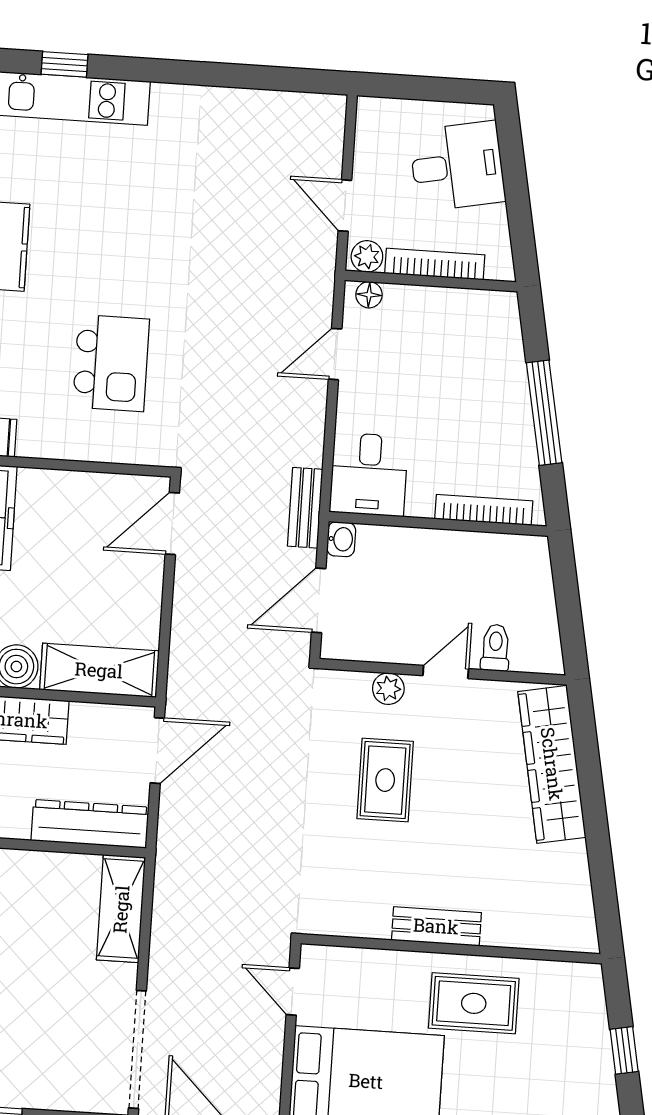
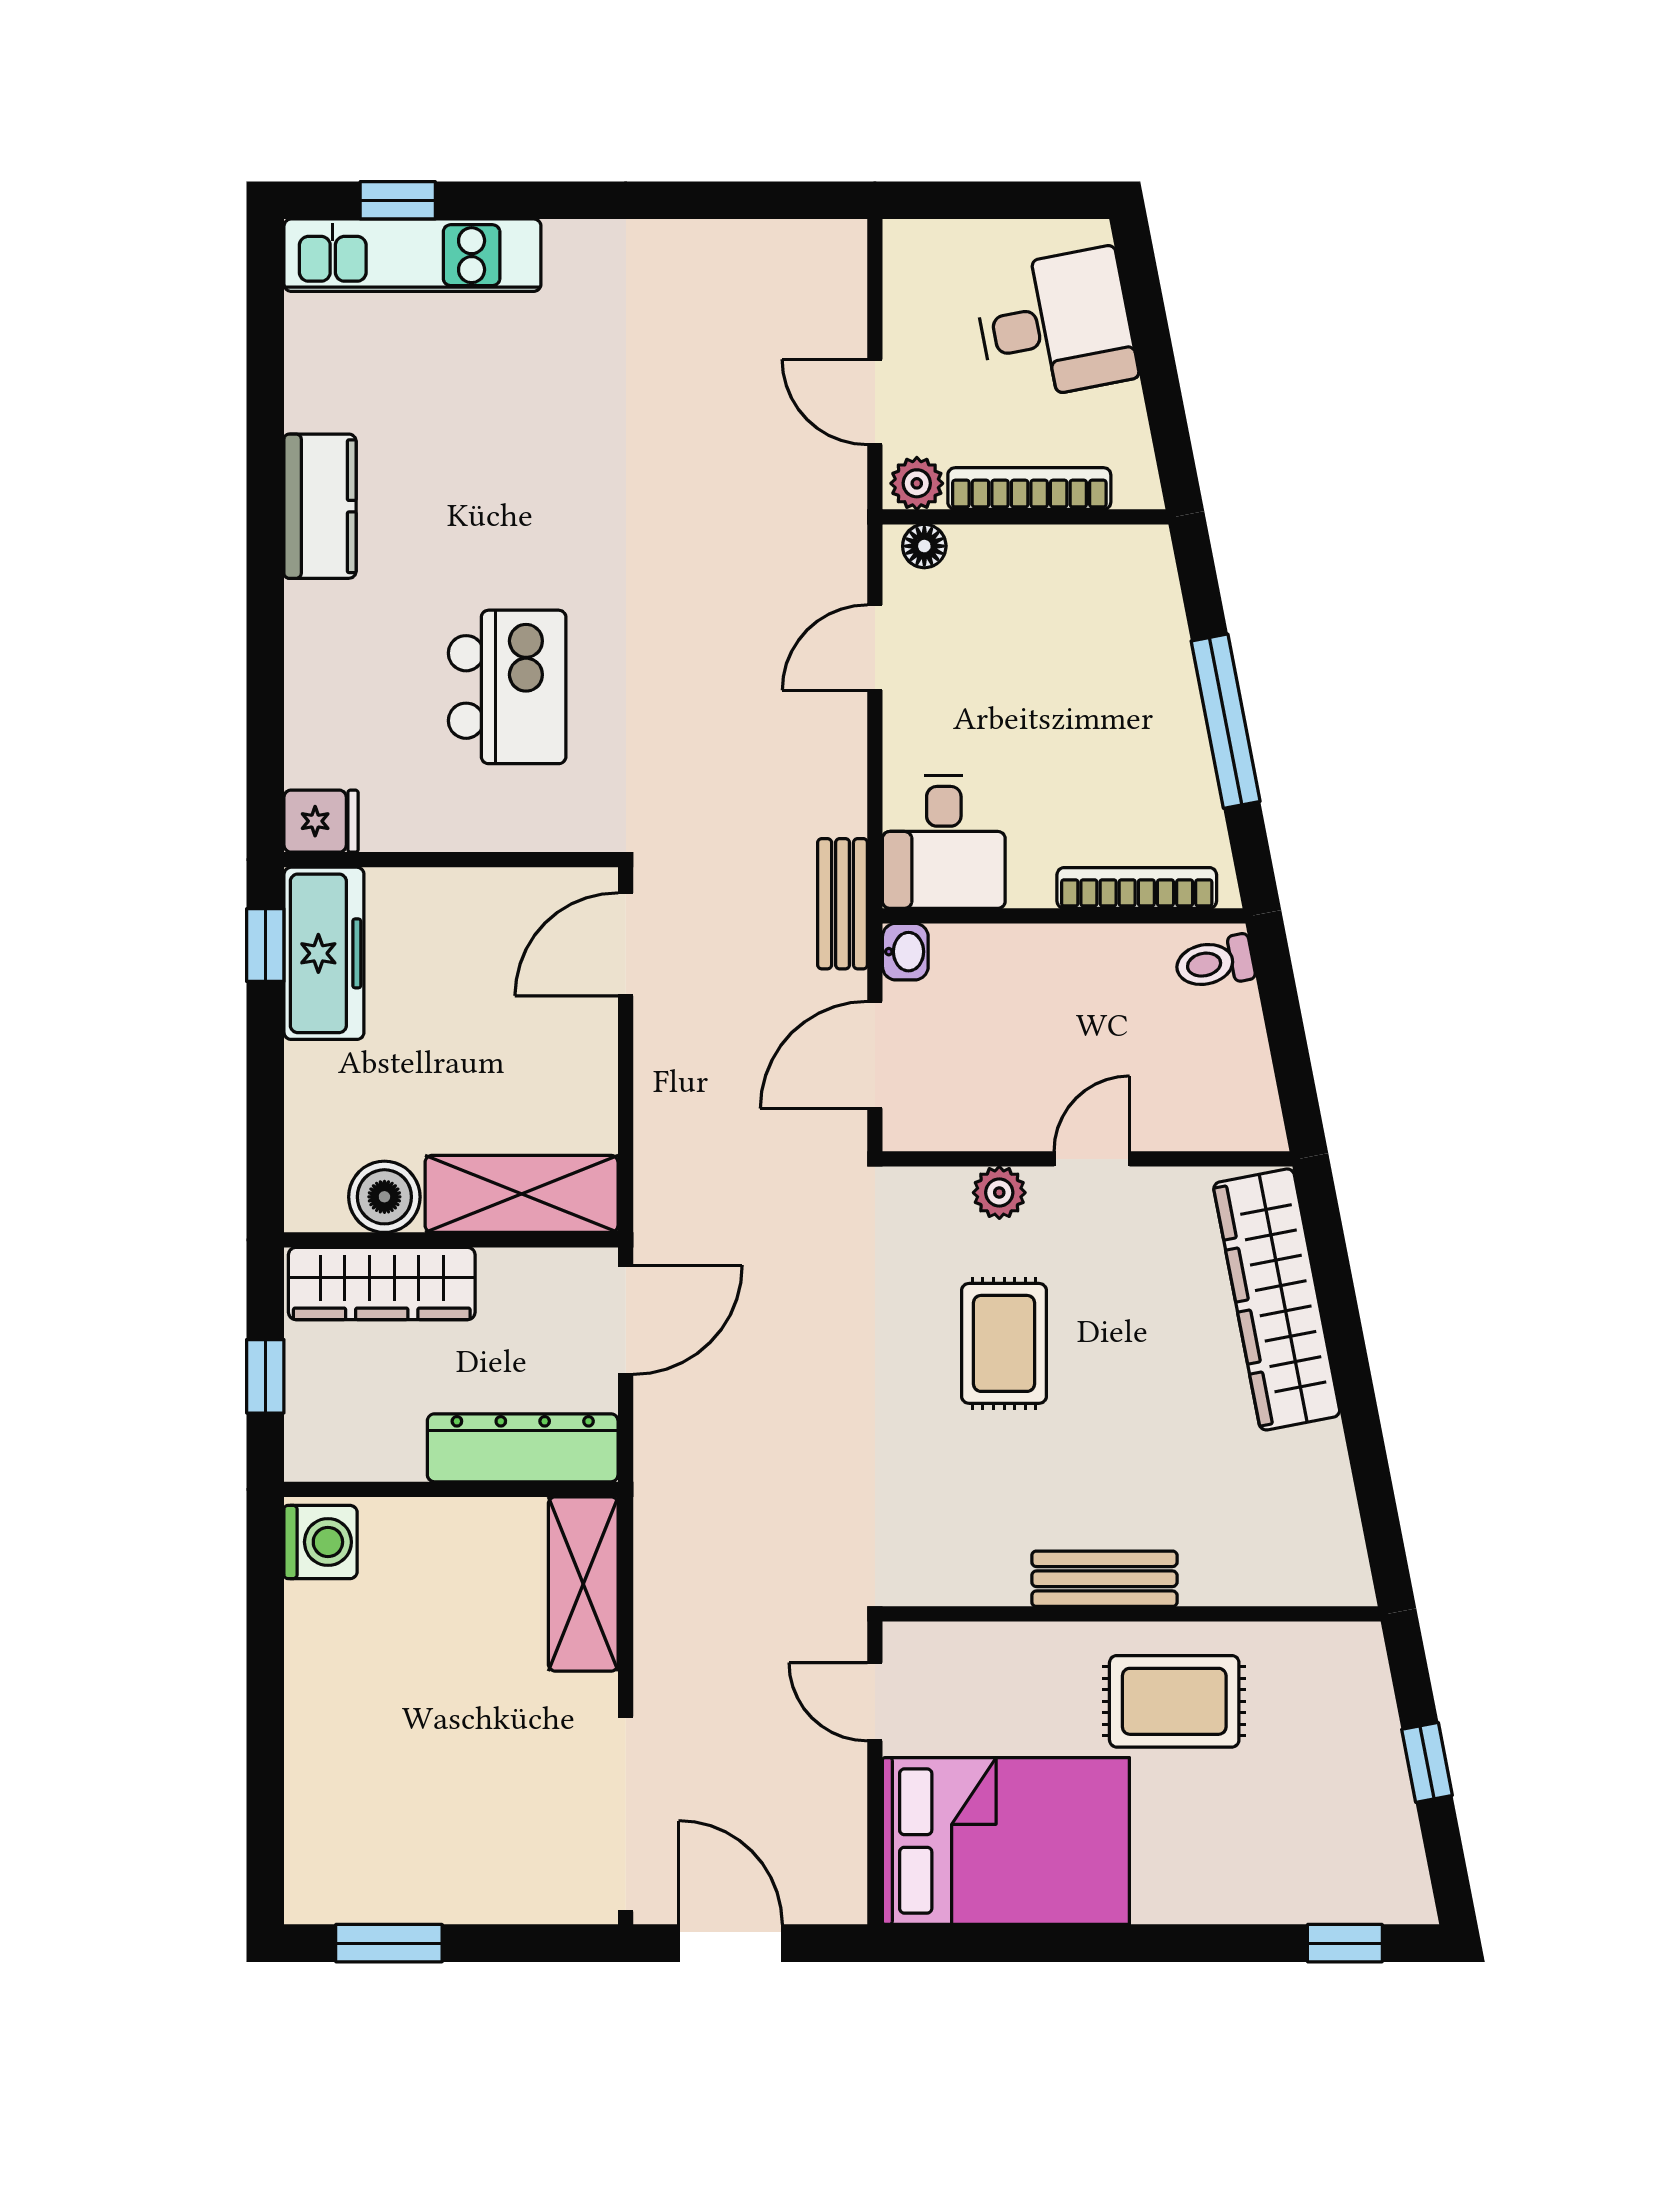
toilet: (495, 648) -> (1215, 963), moved, turned -101

